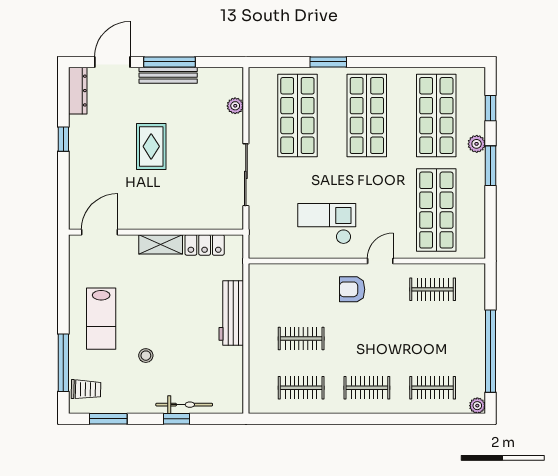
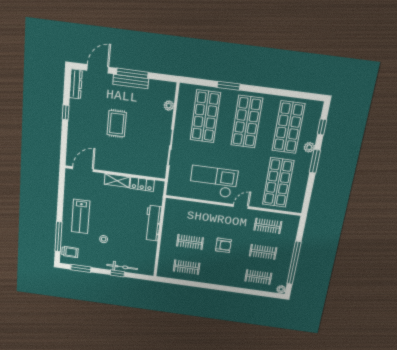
checkout: (327, 224) -> (213, 182), width x1.36, depth x1.21
armchair: (352, 289) -> (223, 245), moved, turned 180
clothes rail: (367, 388) -> (263, 252), moved

